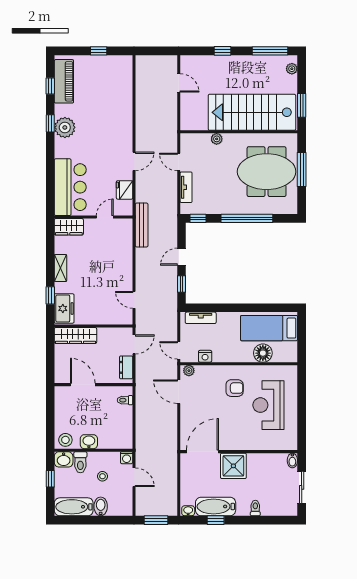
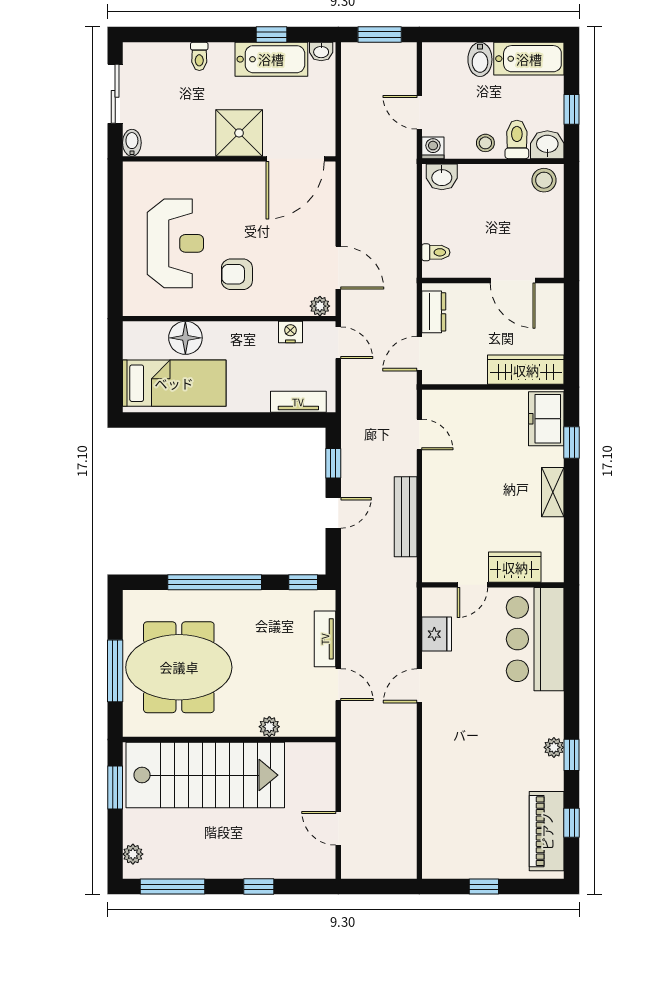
plant: (65, 127) -> (554, 747), width x0.53, depth x0.53
bench: (142, 225) -> (406, 517), moved
wardrobe: (69, 227) -> (515, 567), moved
washbasin: (89, 442) -> (442, 177), moved
stool: (102, 476) -> (485, 143), moved

